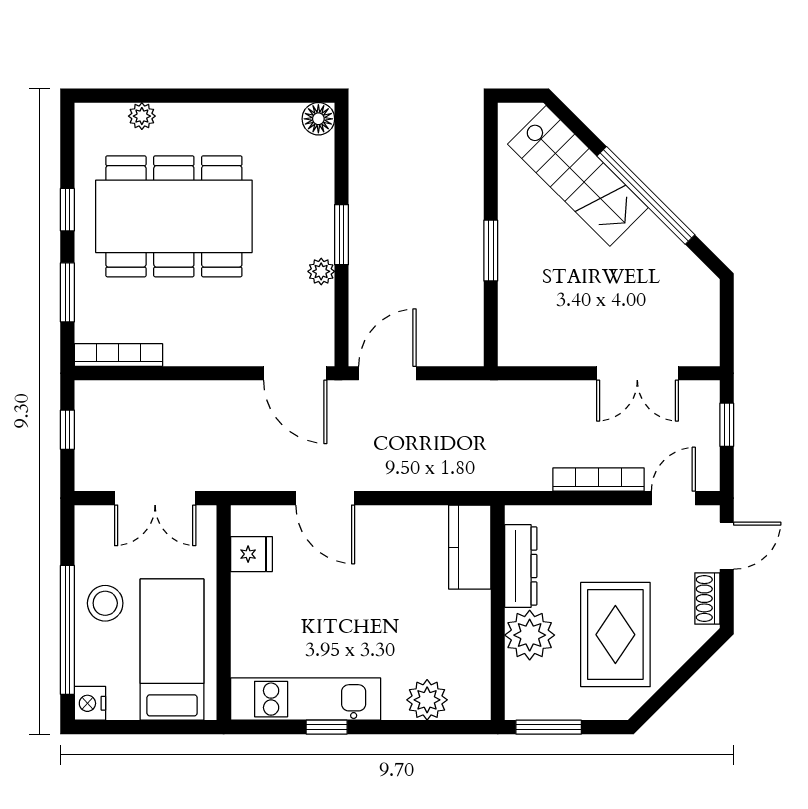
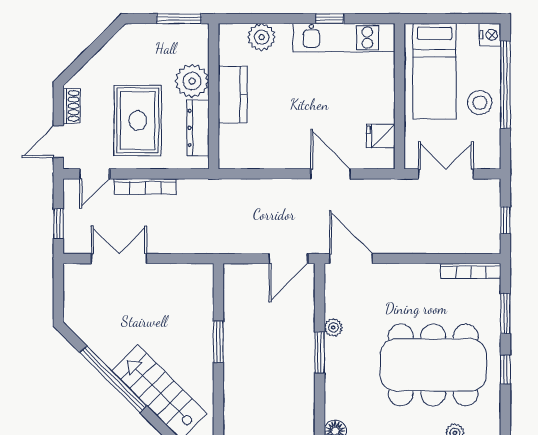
kitchen counter: (470, 547) -> (233, 95), moved
rug: (615, 635) -> (138, 120), moved

